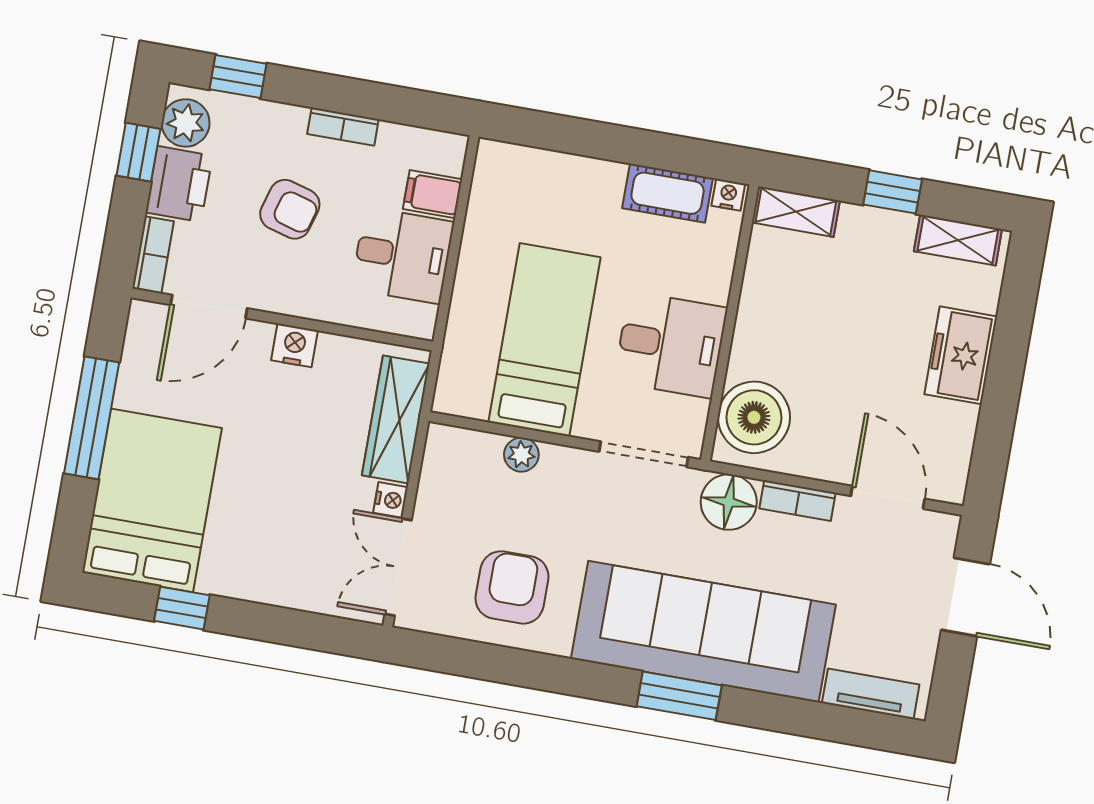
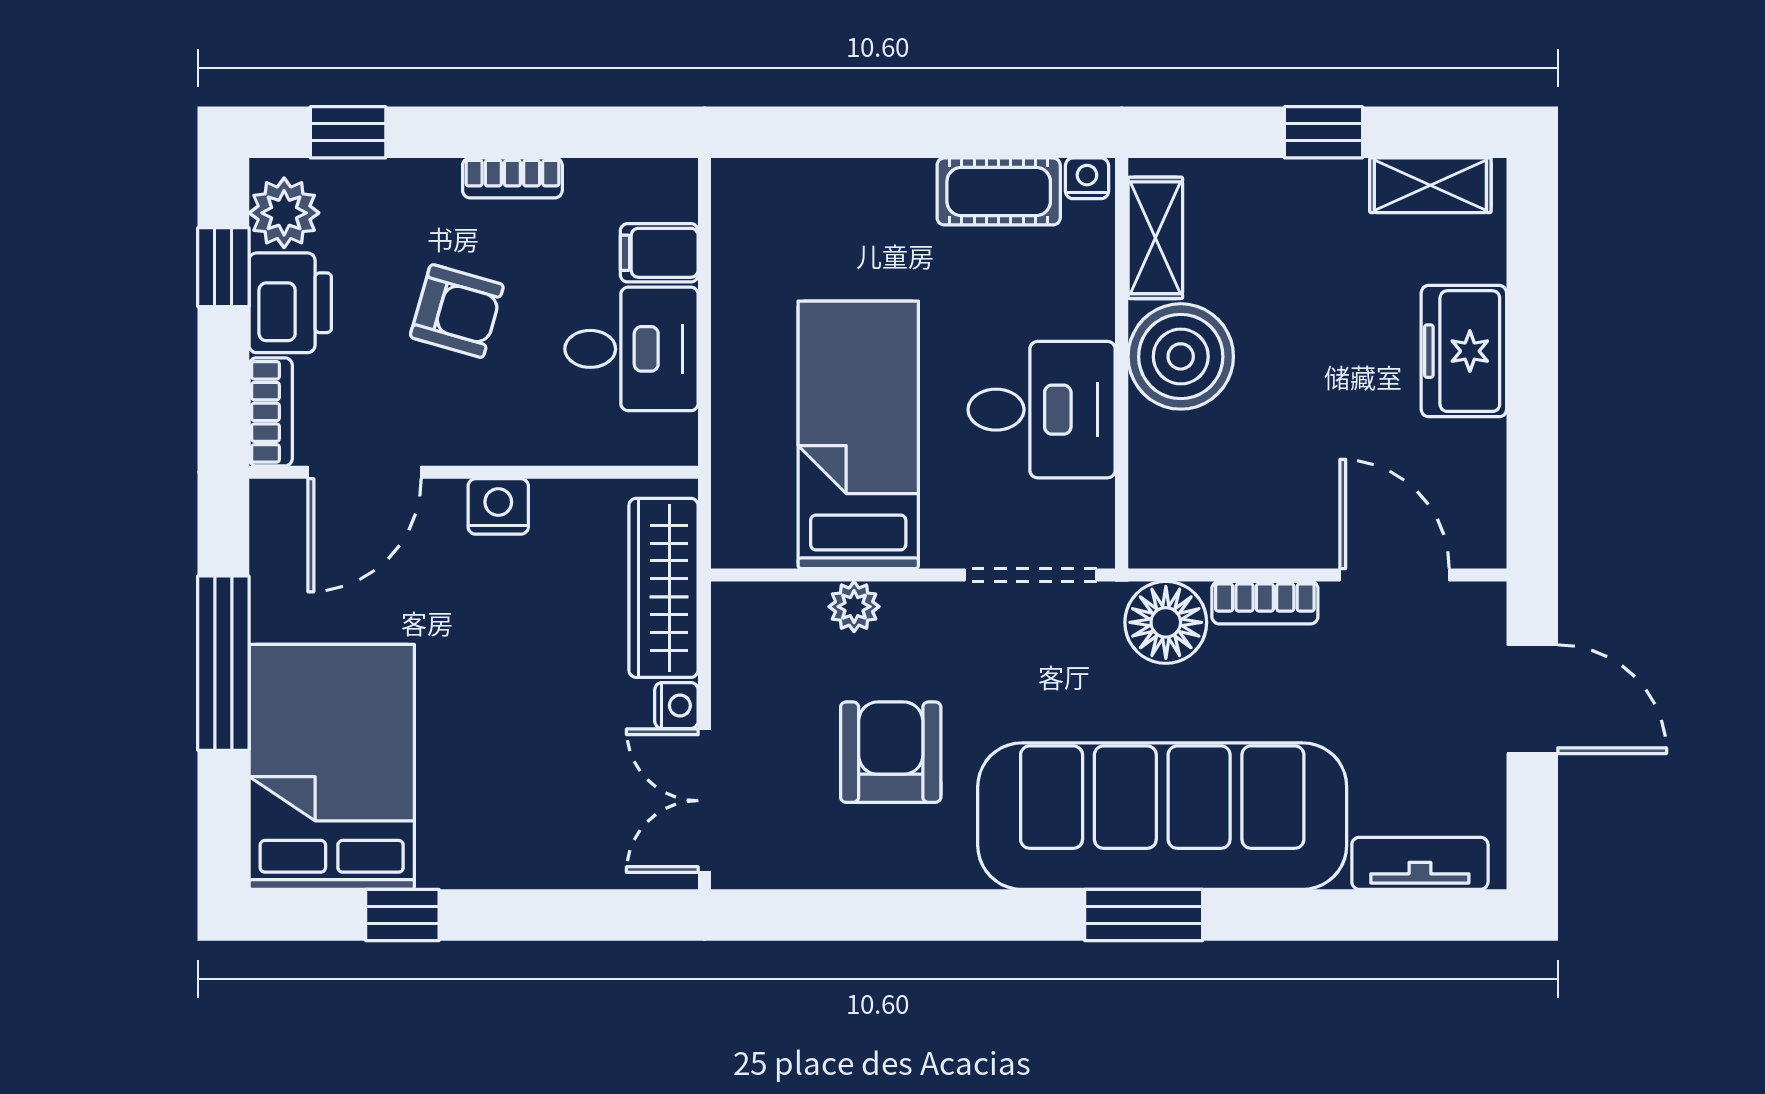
shelving: (796, 212) -> (1155, 238), moved, turned 90
boiler: (754, 417) -> (1181, 356), moved
armchair: (512, 587) -> (891, 752), moved

